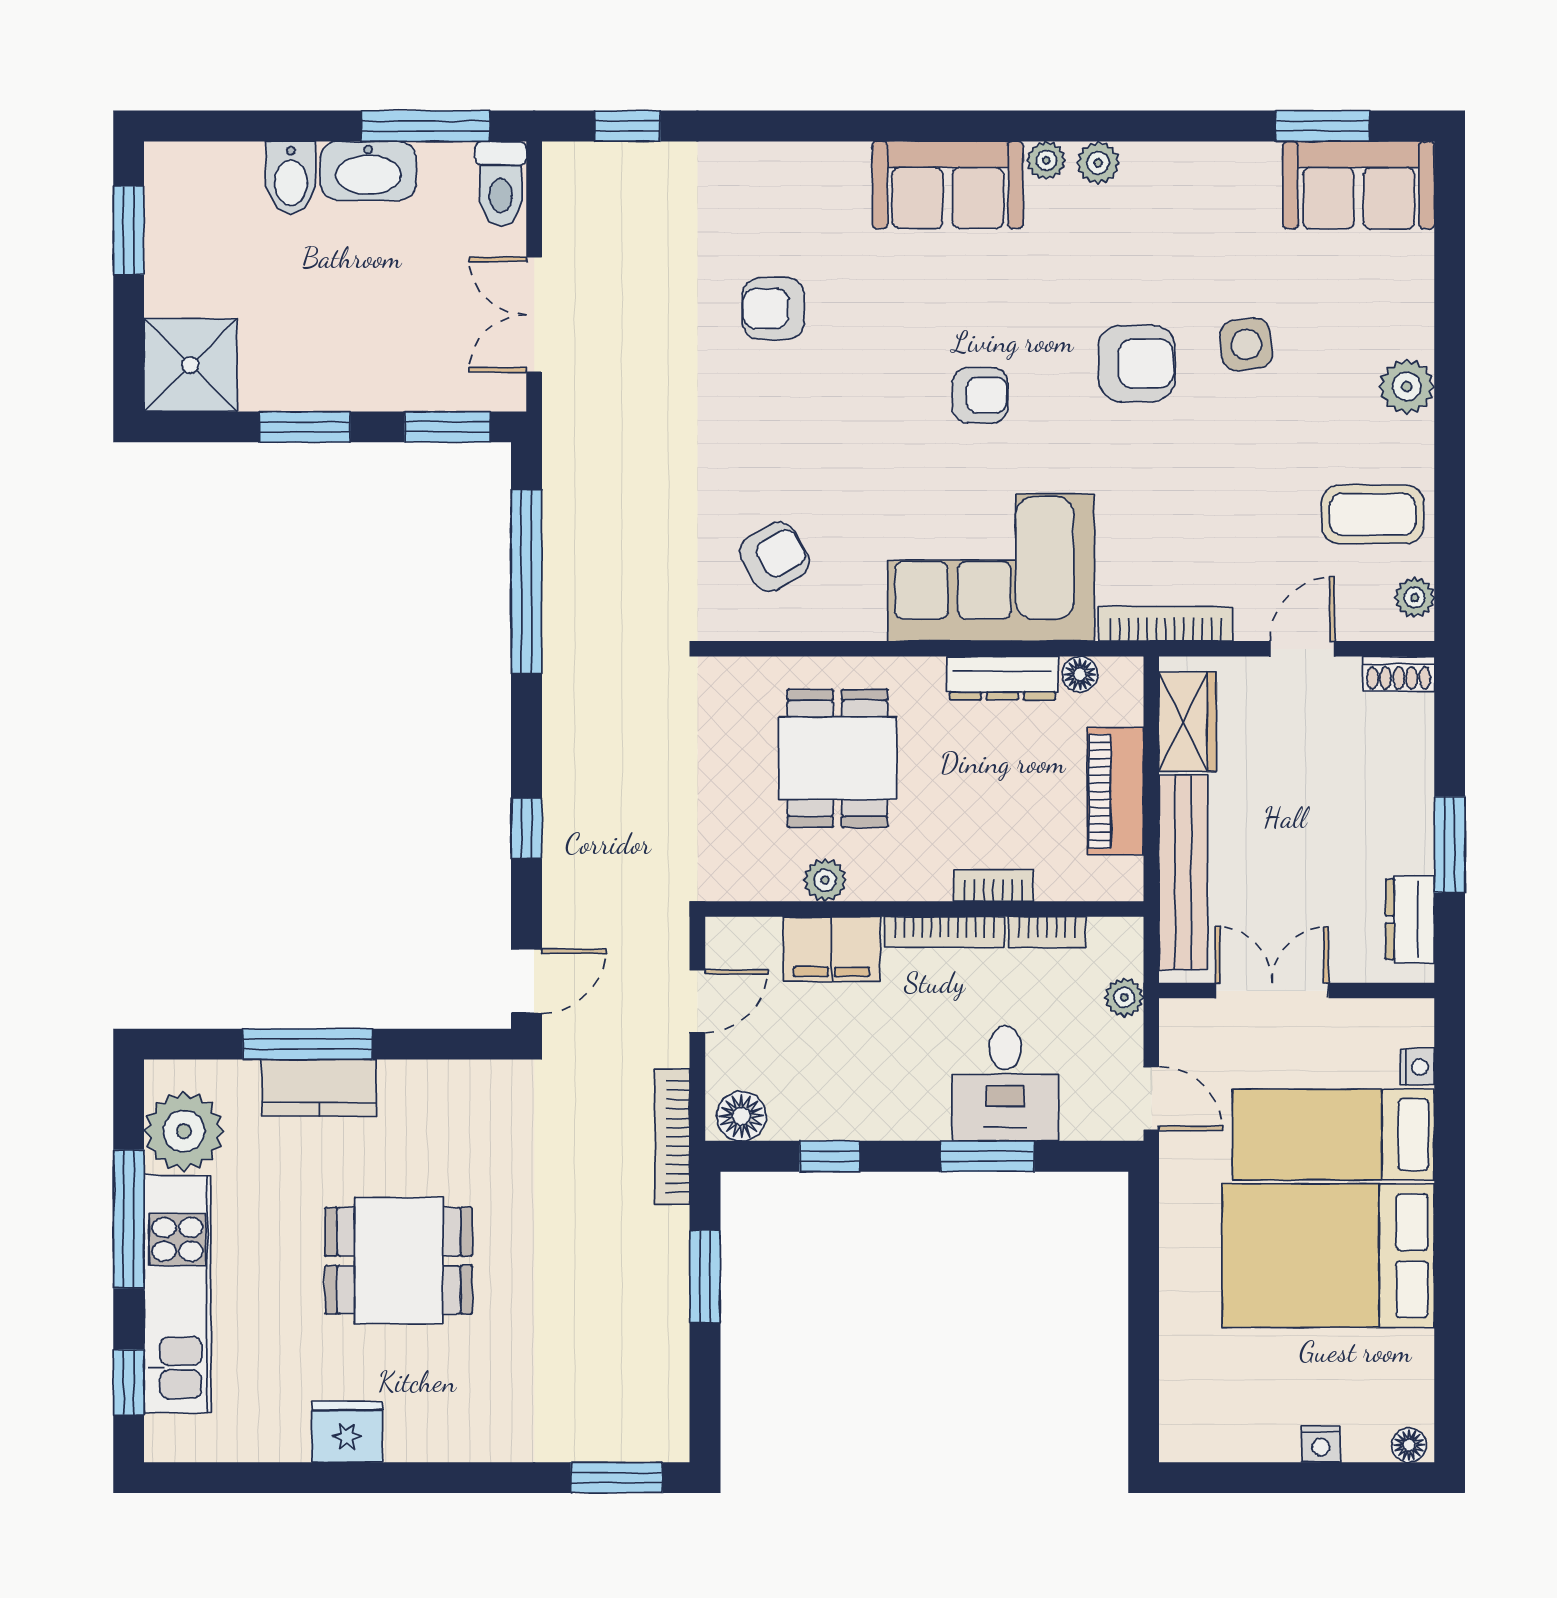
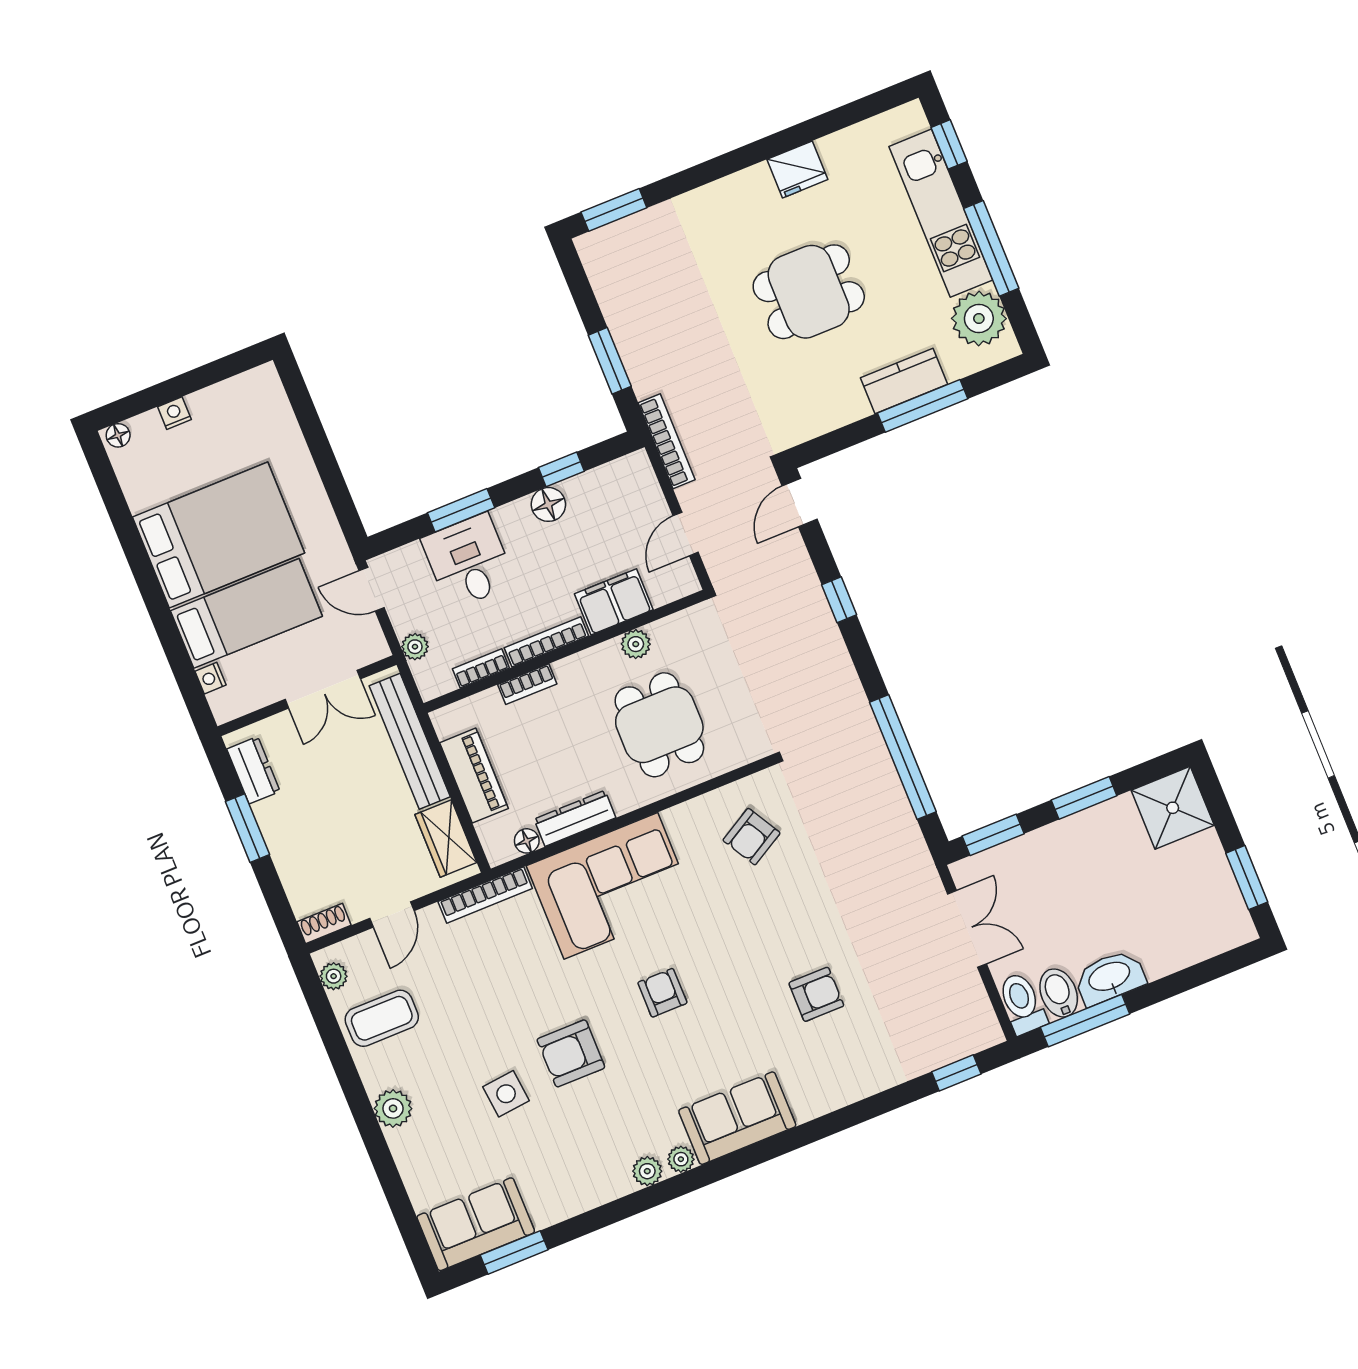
bidet: (291, 178) -> (1059, 993), moved
armchair: (980, 395) -> (662, 993), turned 90
floor lamp: (741, 1116) -> (548, 504), moved

